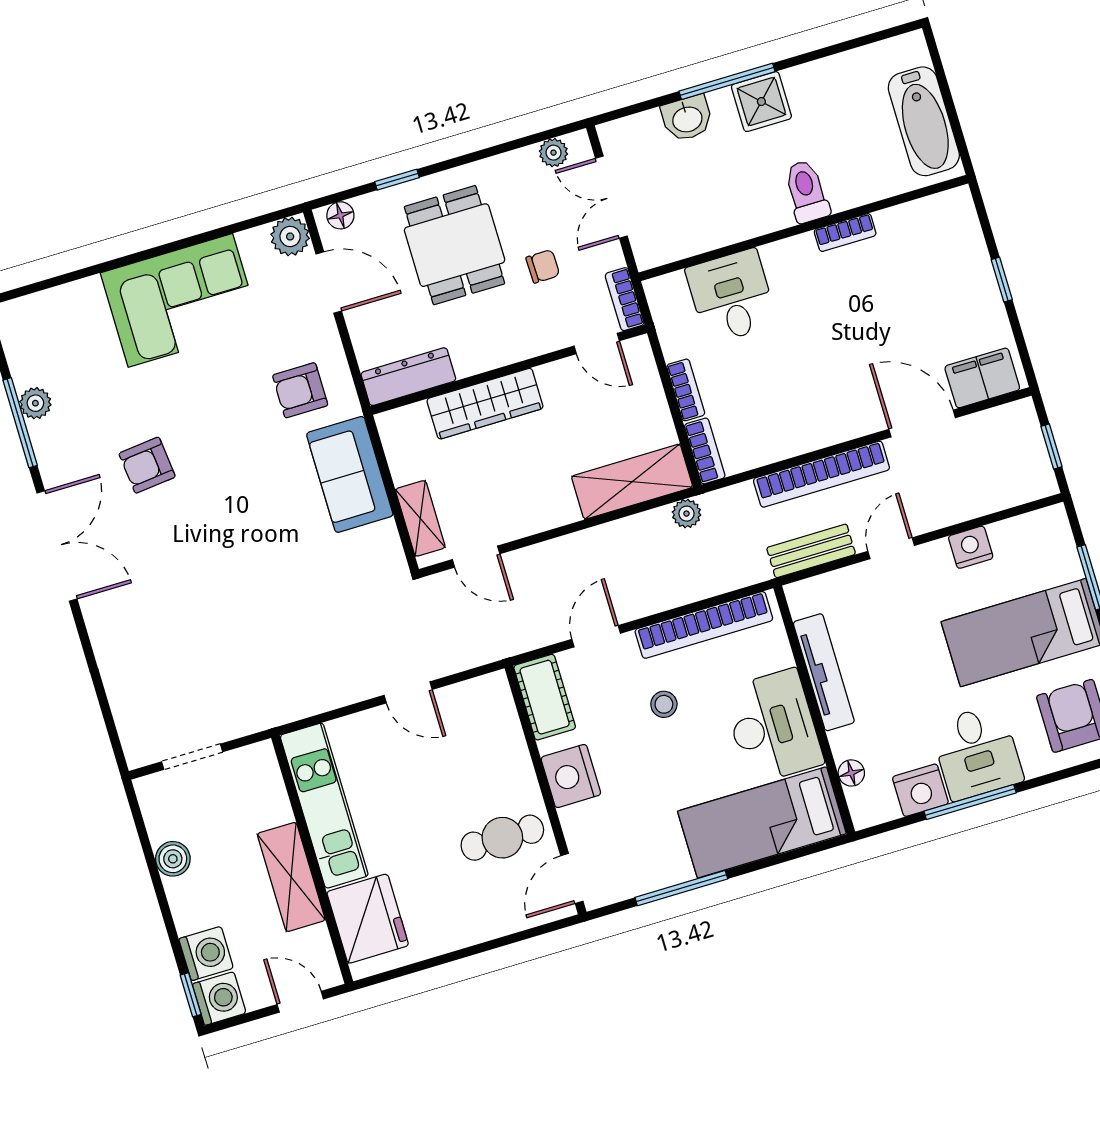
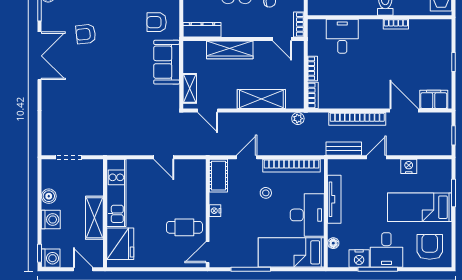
shelving: (632, 482) -> (261, 99), moved
nightstand: (571, 776) -> (215, 211), width x0.53, depth x0.56
washing machine: (206, 953) -> (51, 220), moved

